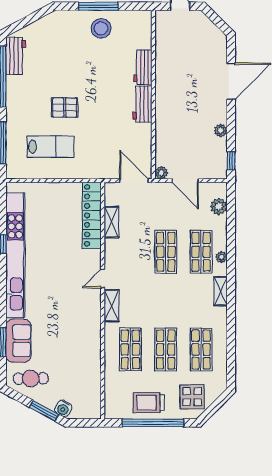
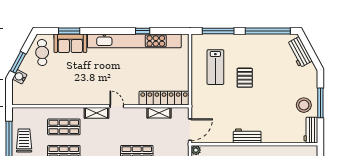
workbench: (16, 56) -> (299, 52), moved, turned 62
workbench: (143, 67) -> (311, 130), moved, turned -90

